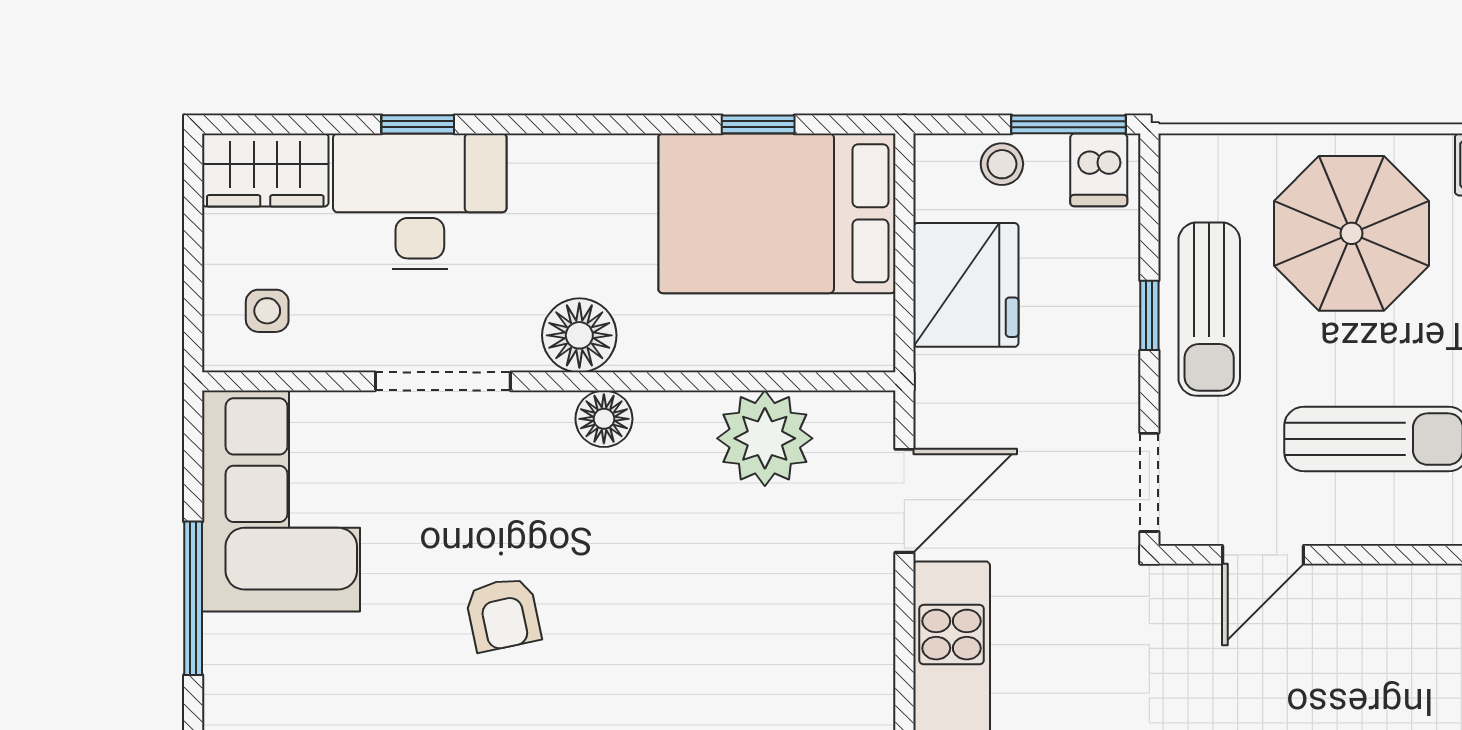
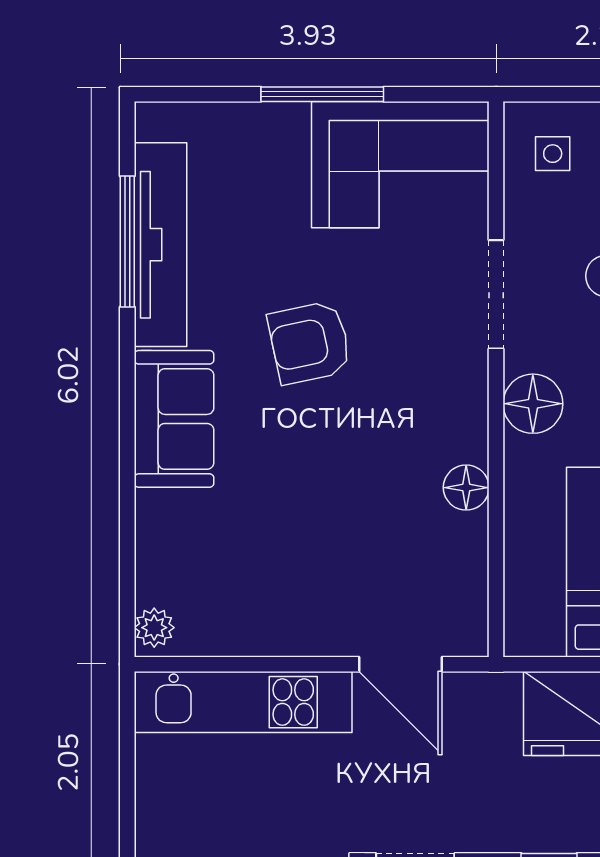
floor lamp: (604, 419) -> (466, 488), moved
plant: (765, 438) -> (451, 552), removed
armchair: (503, 614) -> (310, 343), width x1.38, depth x1.38

